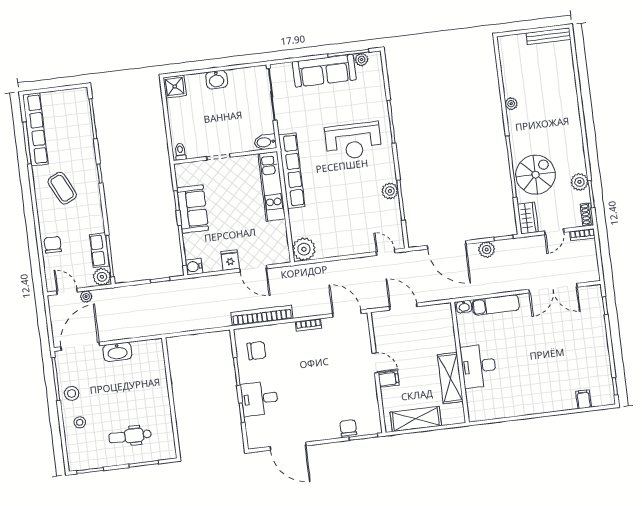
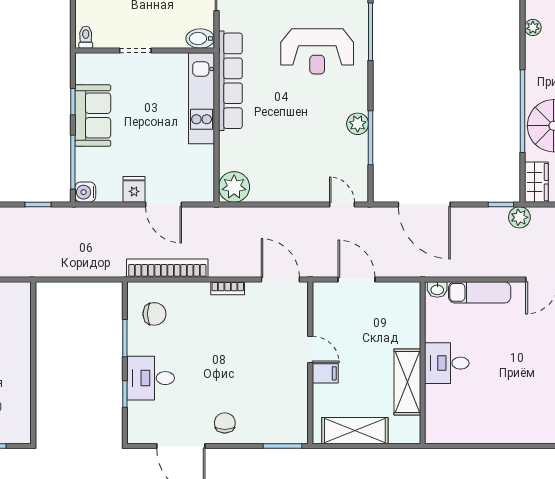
plant: (487, 250) -> (519, 217), moved
desk: (479, 366) -> (447, 363), width x0.73
chair: (348, 428) -> (225, 423), moved

